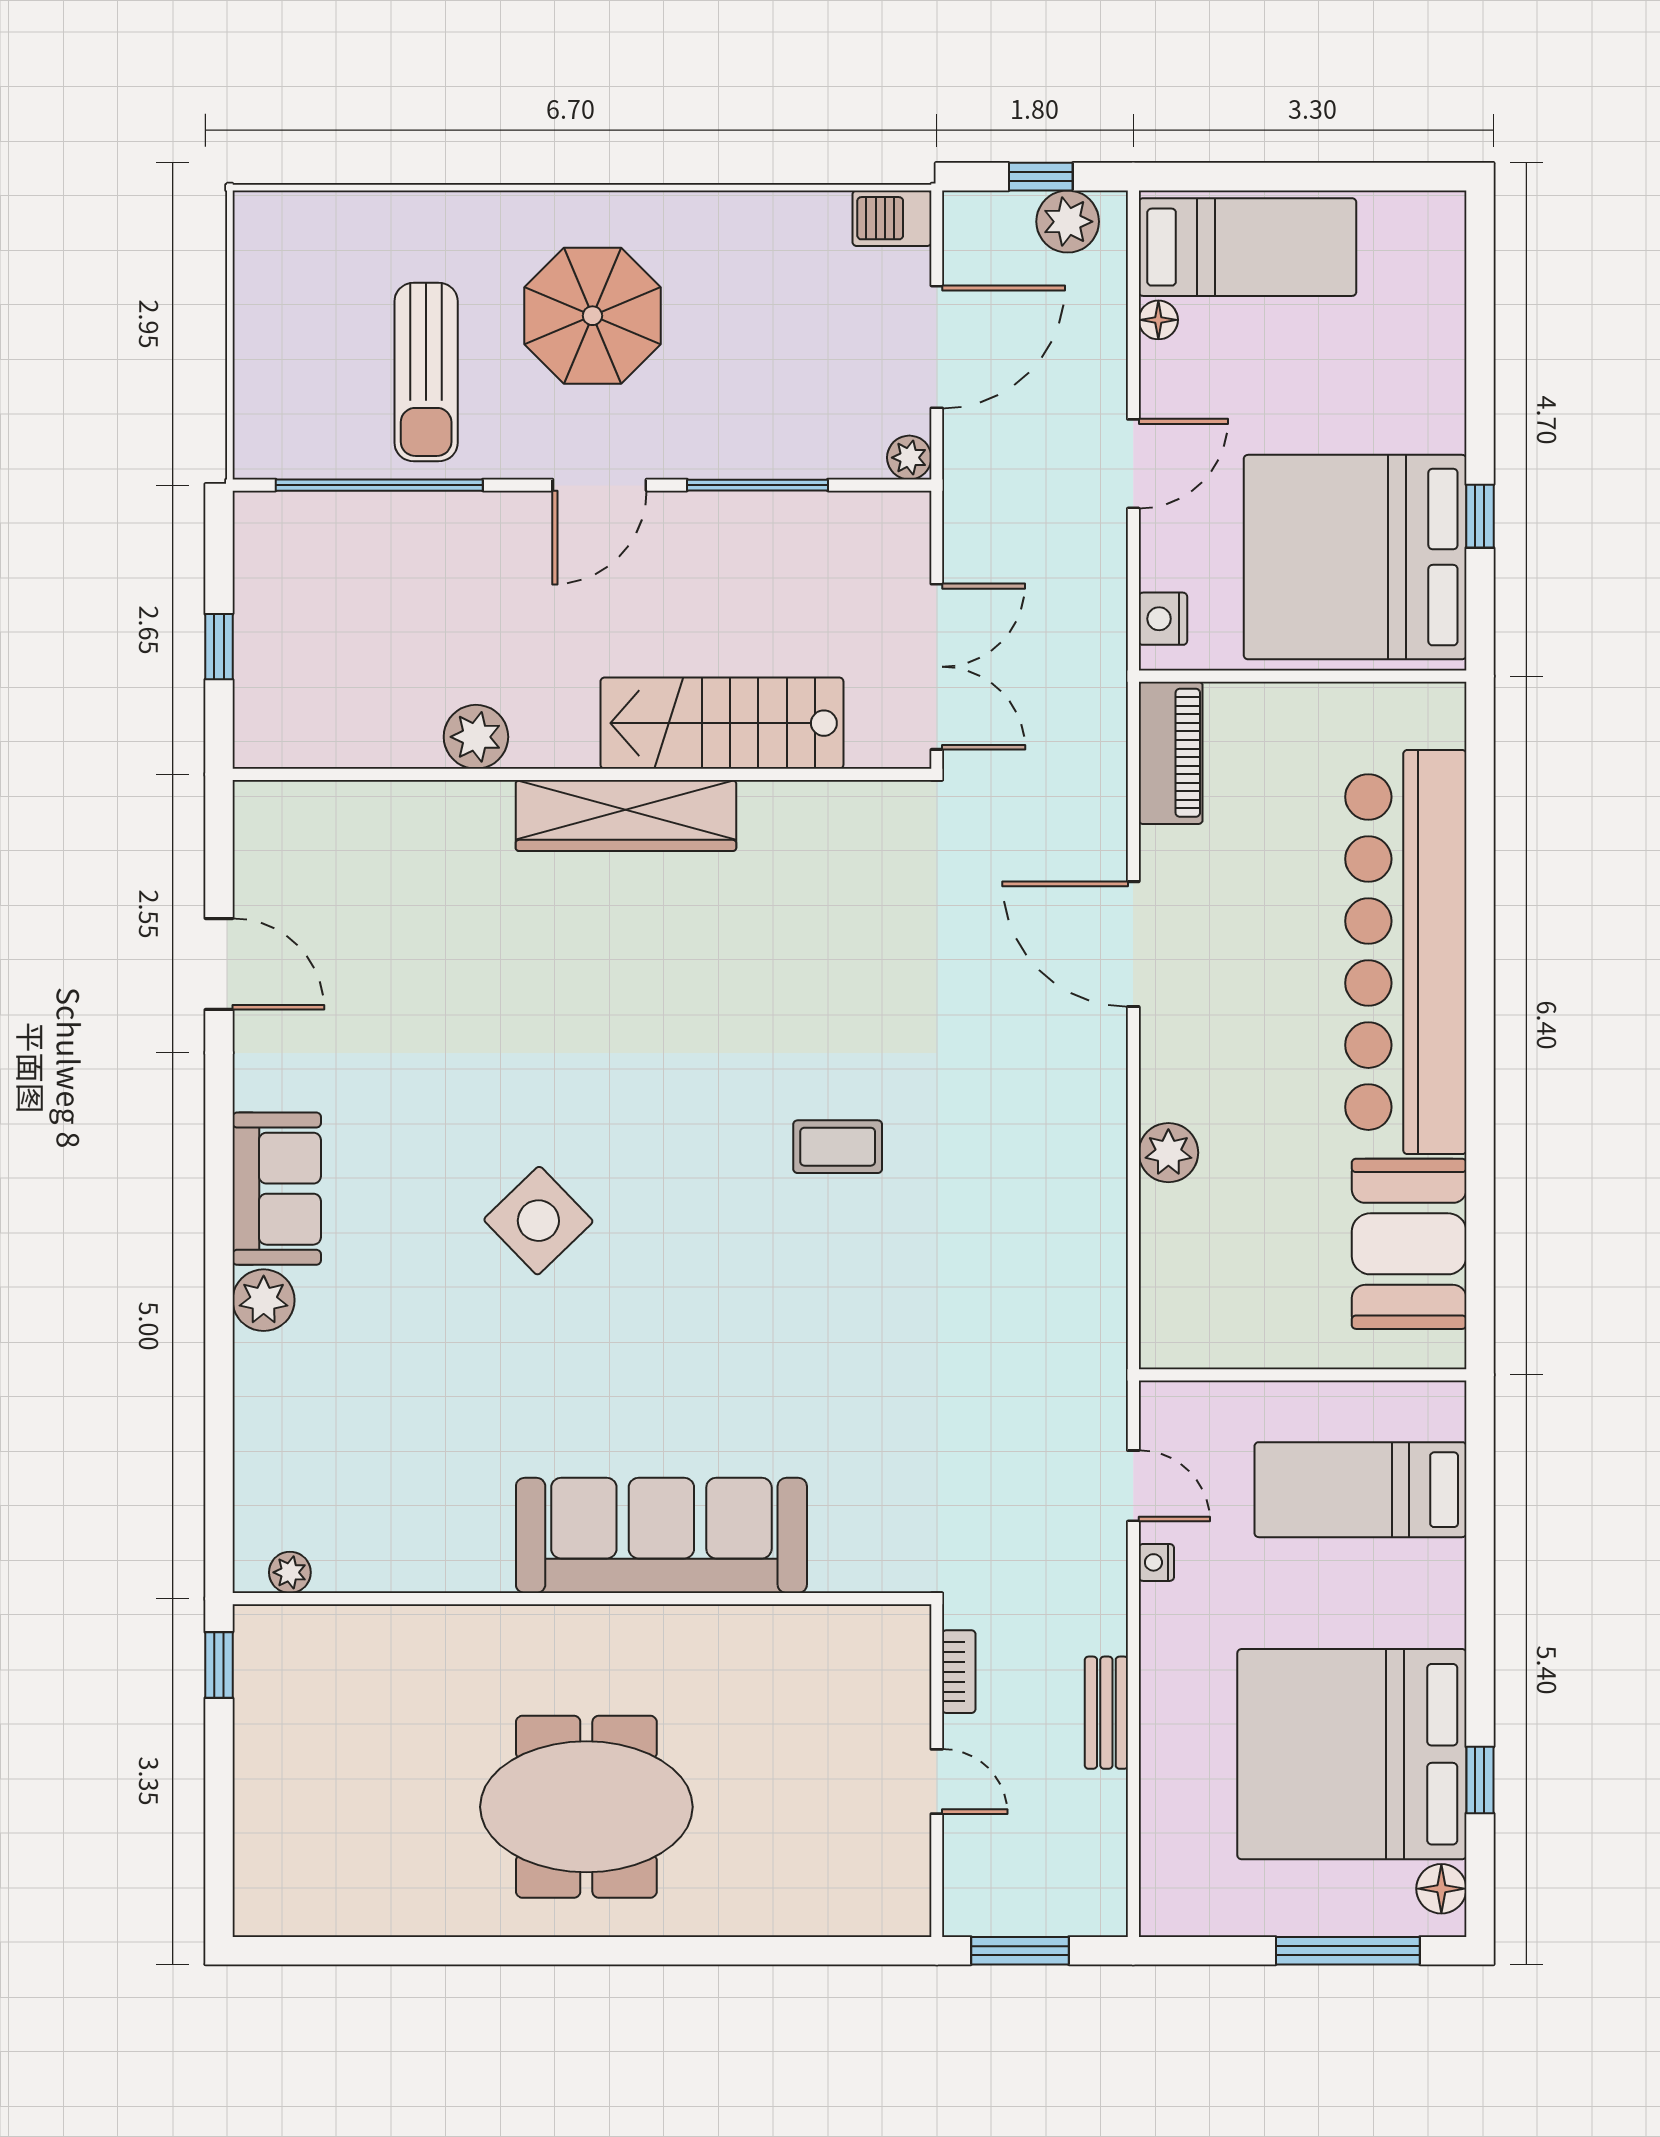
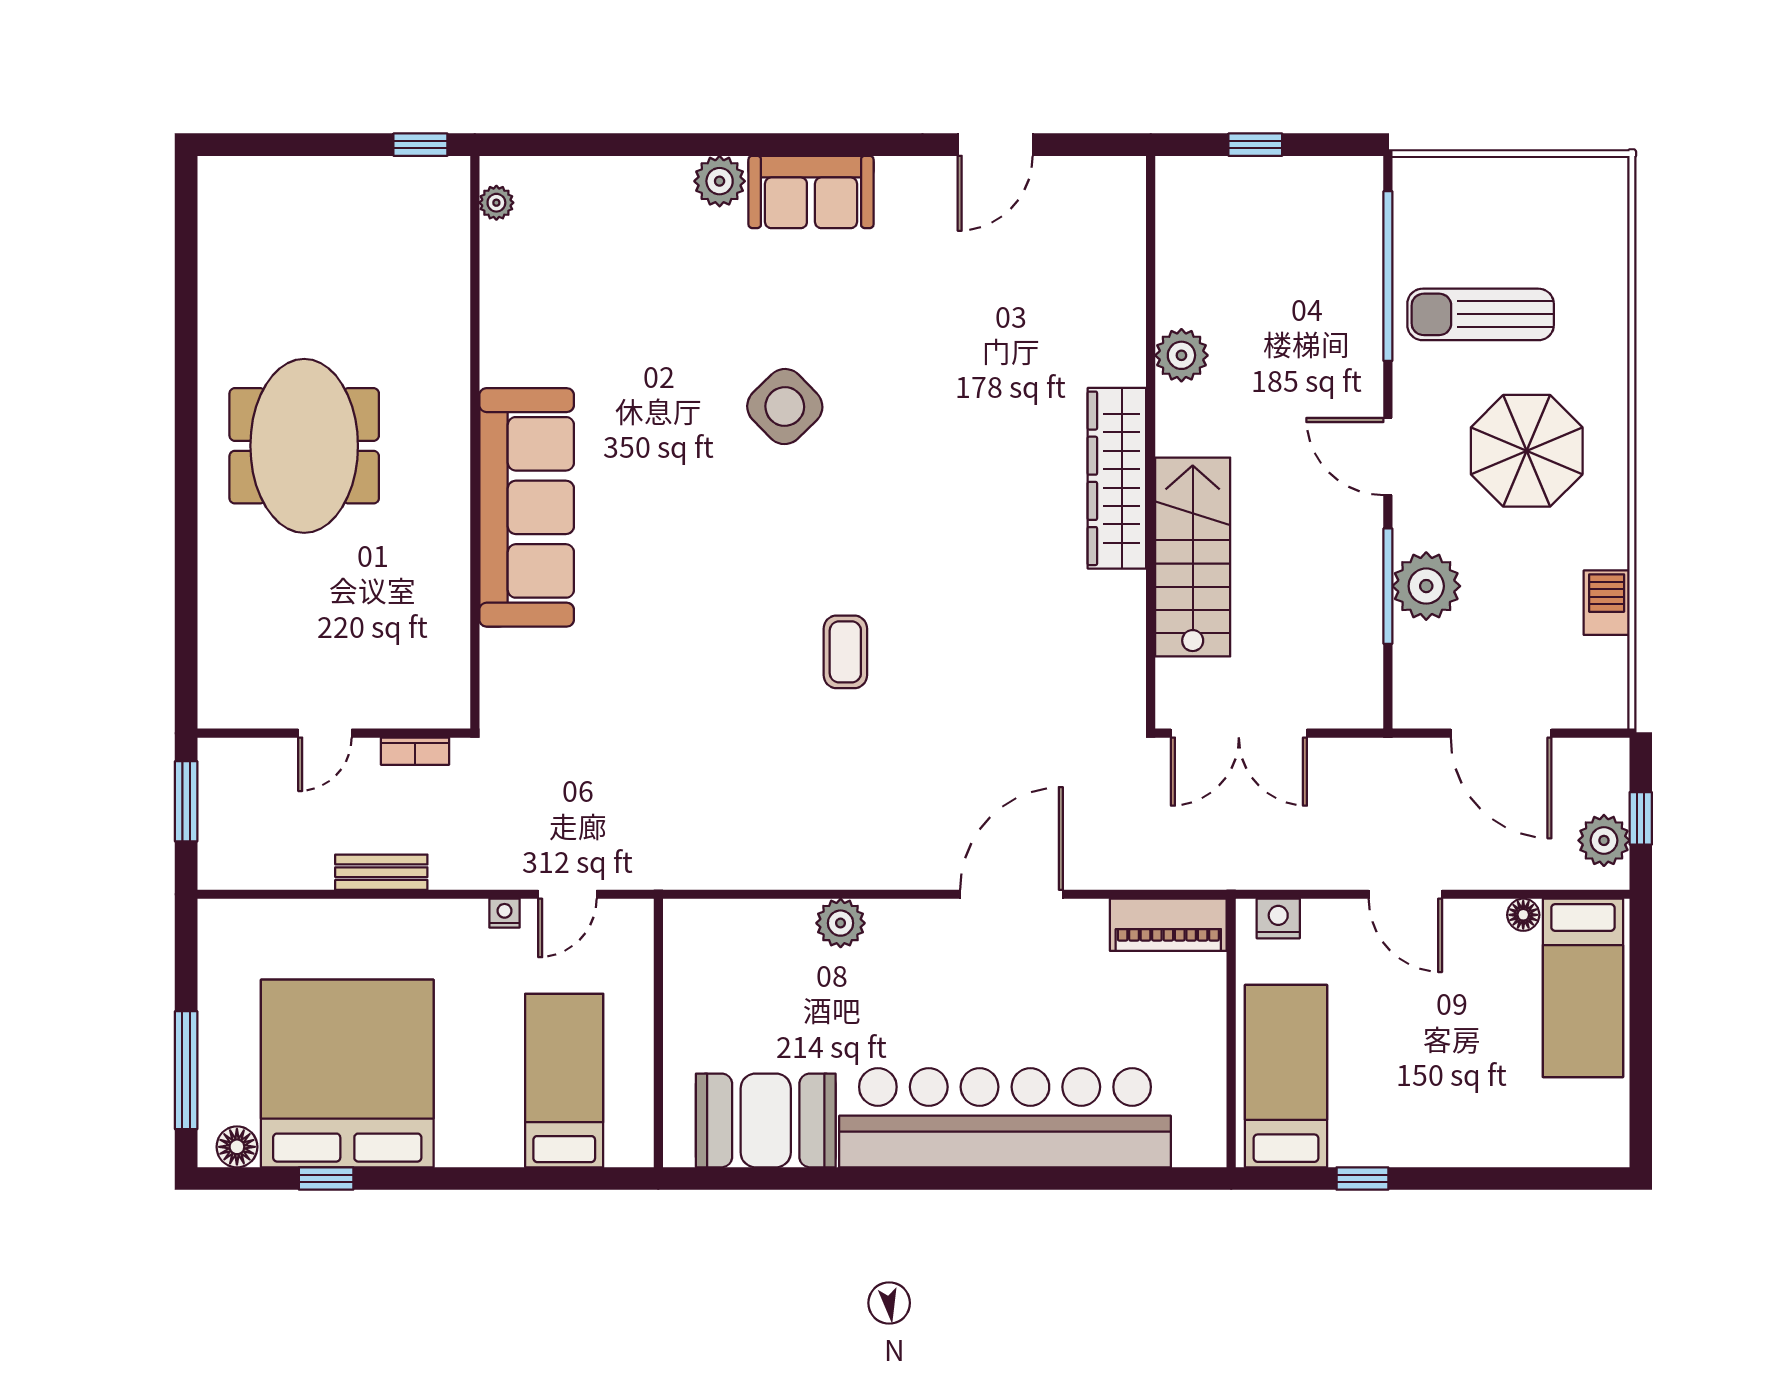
barbecue: (892, 218) -> (1607, 603), moved
plant: (909, 458) -> (1426, 586), moved, width x1.88, depth x1.88
bed: (1355, 557) -> (1286, 1076), width x0.49

